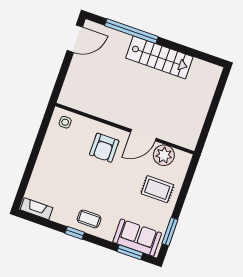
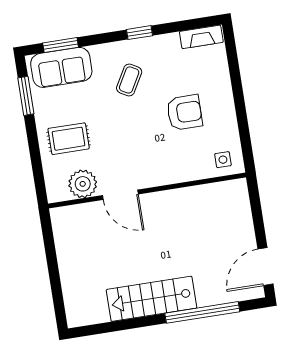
door: (143, 135) -> (120, 195), swing flipped
armchair: (104, 148) -> (184, 112), moved, turned 90
coffee table: (89, 219) -> (129, 80), moved, turned -60

